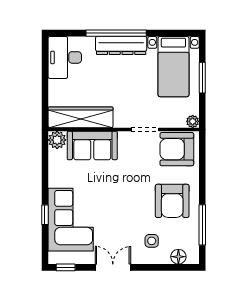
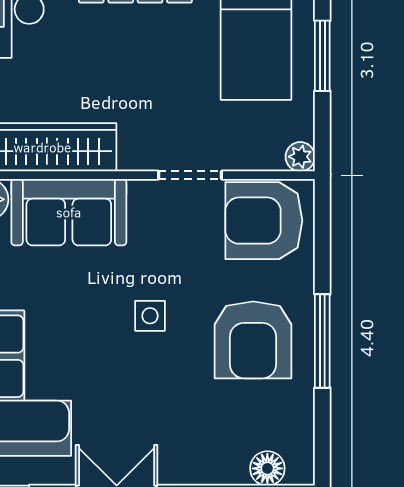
window: (202, 225) -> (322, 341), moved
side table: (152, 241) -> (150, 316), moved

